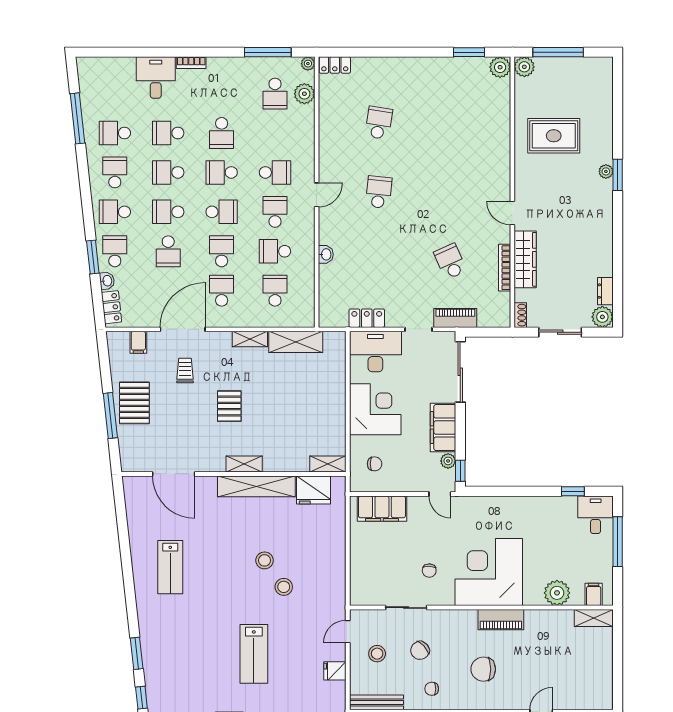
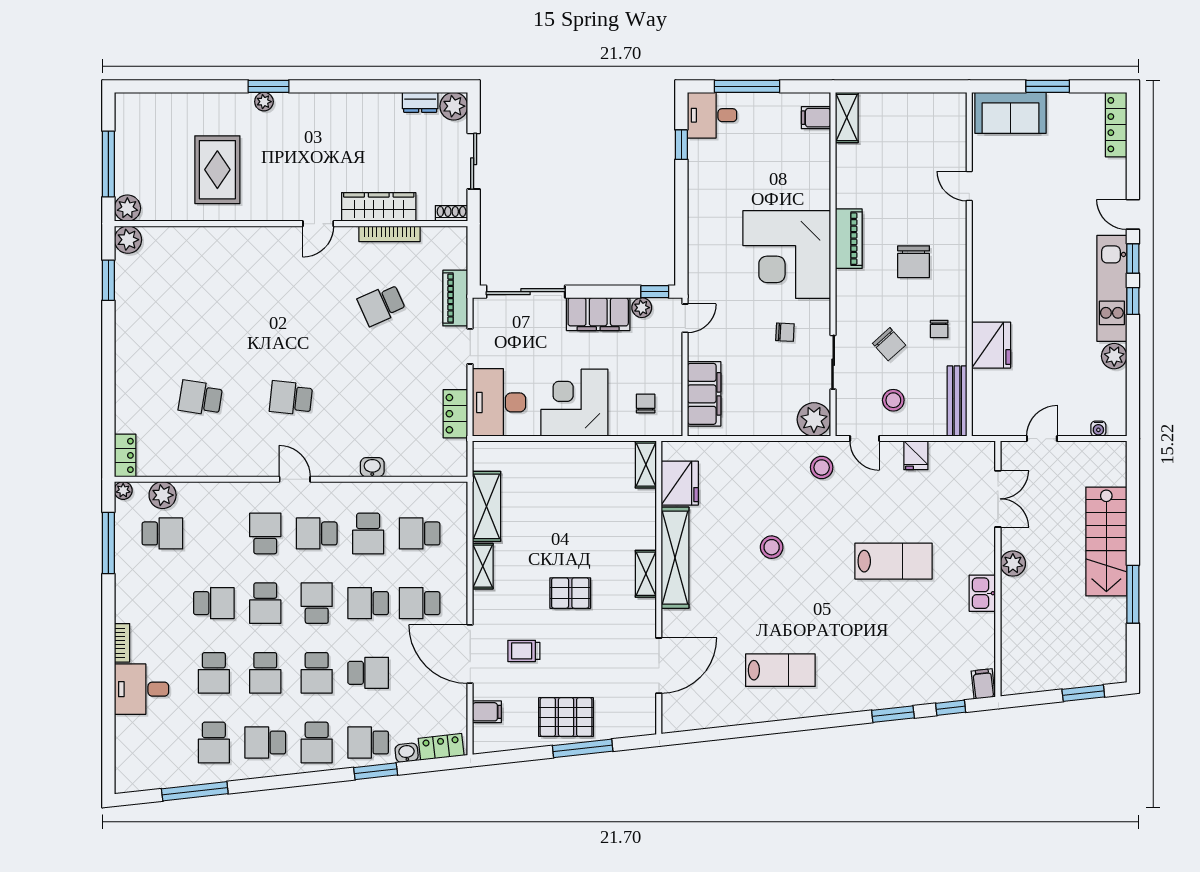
stool: (284, 587) -> (822, 467), moved
plant: (557, 593) -> (814, 419), moved

